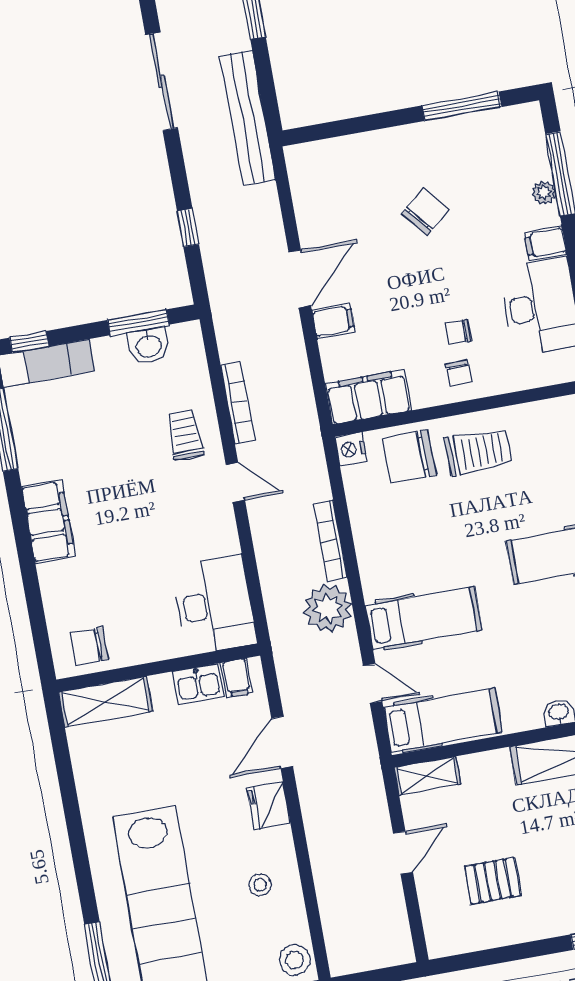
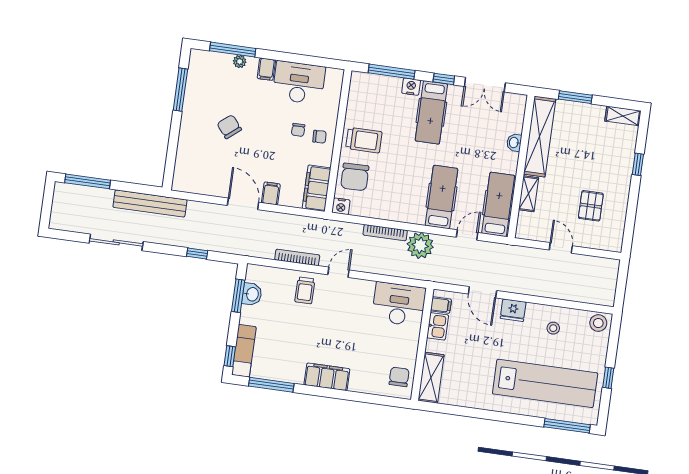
trolley: (185, 435) -> (305, 290), turned -90
trolley: (478, 452) -> (364, 140), turned 90
chair: (89, 646) -> (399, 377), turned 180
shelving: (427, 776) -> (529, 194), moved

